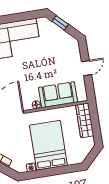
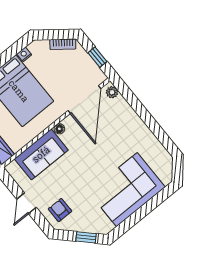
armchair: (67, 51) -> (60, 210), added

